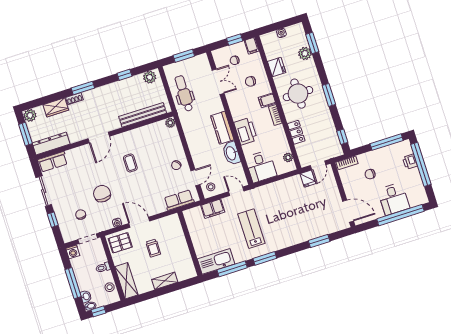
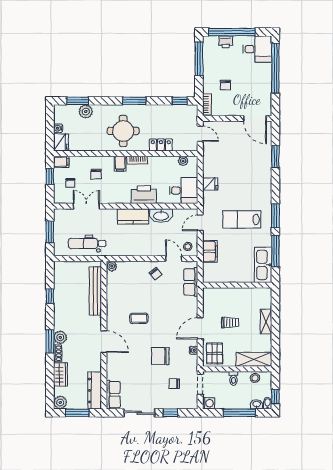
fridge: (277, 67) -> (61, 142), moved, turned 90
plant: (150, 77) -> (60, 337), moved
fridge: (308, 179) -> (210, 184), moved
desk: (394, 199) -> (257, 49), moved
door: (348, 211) -> (255, 118), swing flipped

